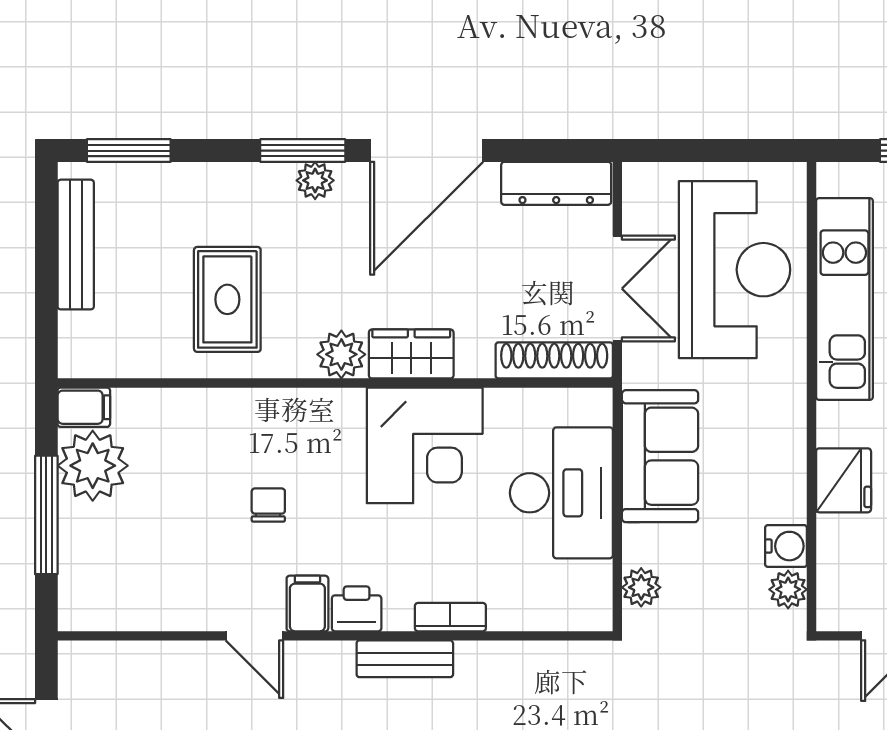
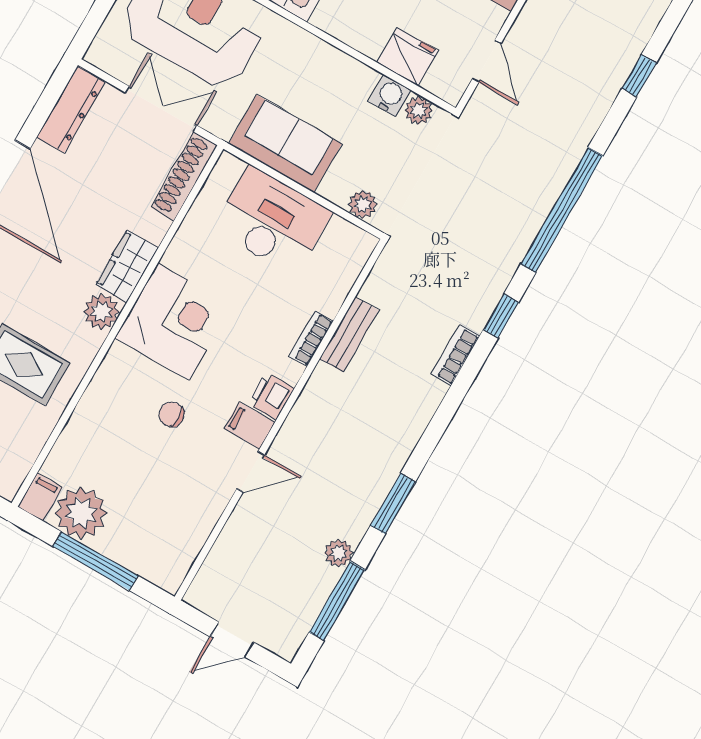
corner desk: (425, 445) -> (173, 322), moved
fridge: (844, 480) -> (408, 57), moved
bench: (405, 659) -> (349, 334), moved

